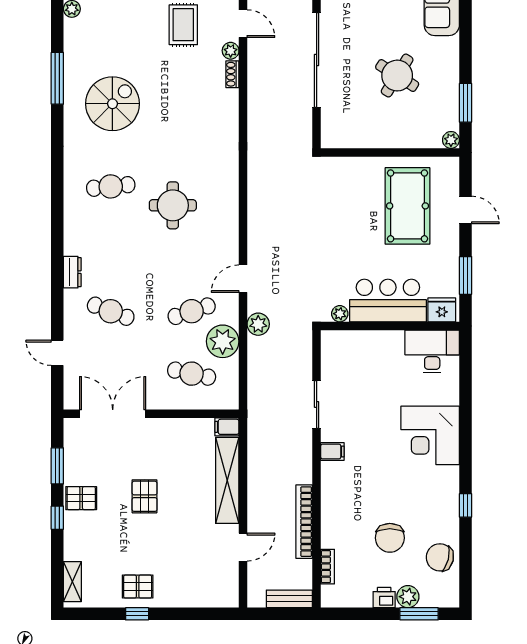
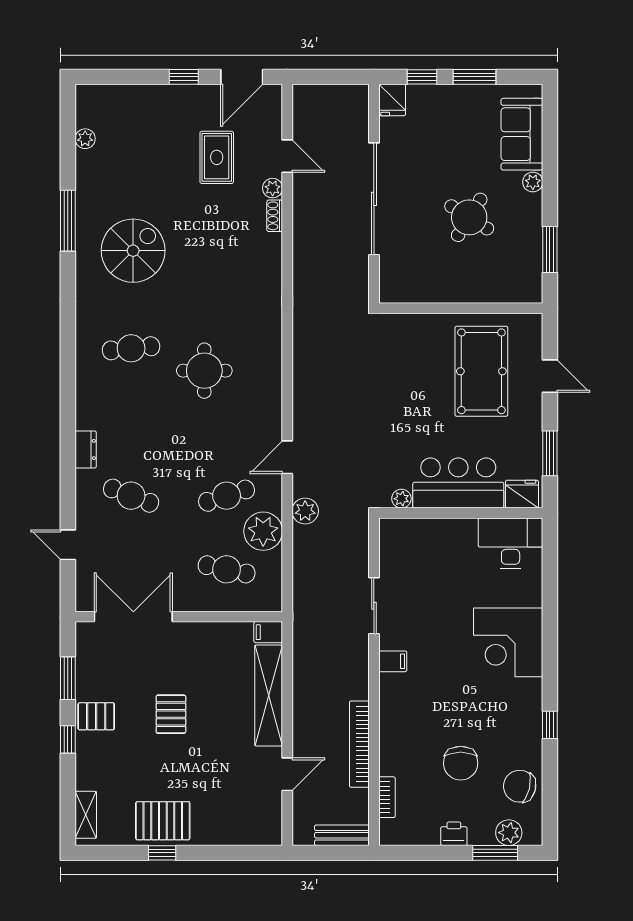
plant: (451, 140) -> (533, 182), moved
pallet: (138, 587) -> (163, 821), width x1.50, depth x1.42
plant: (408, 597) -> (509, 833), moved

